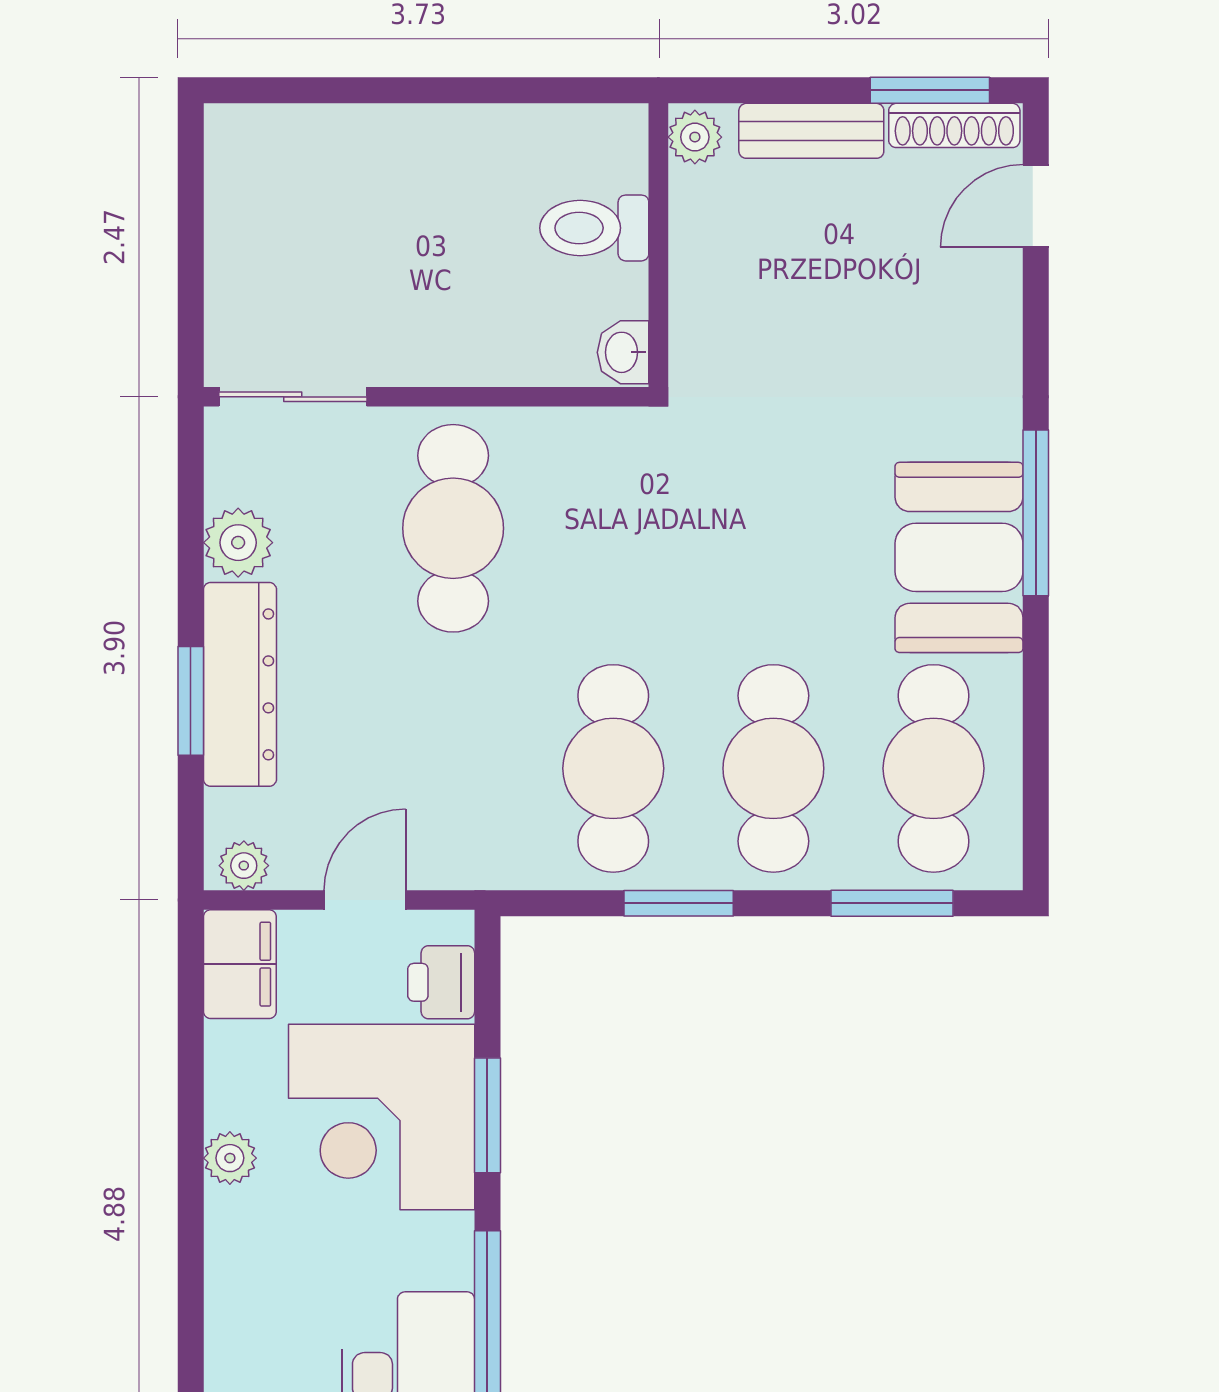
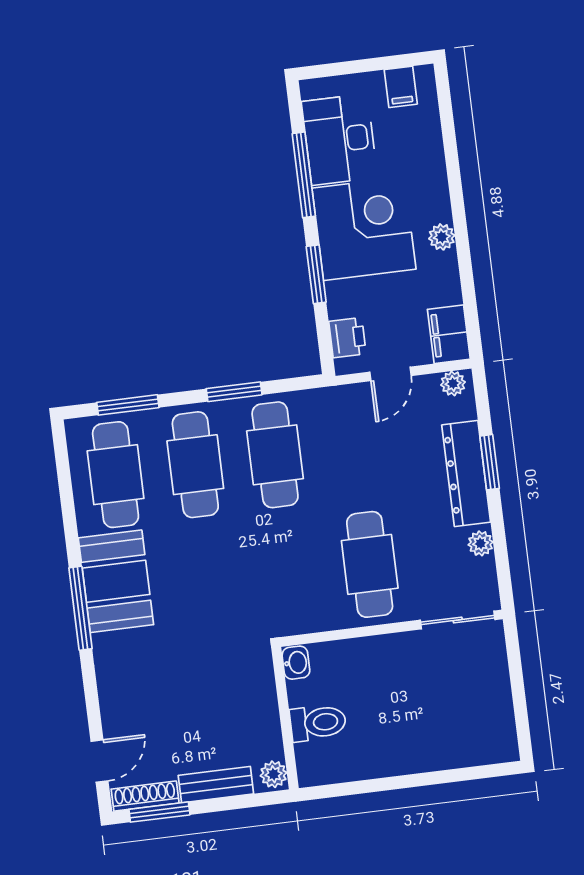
plant: (238, 543) -> (481, 543), width x0.73, depth x0.73
corner desk: (382, 1117) -> (364, 229), moved

